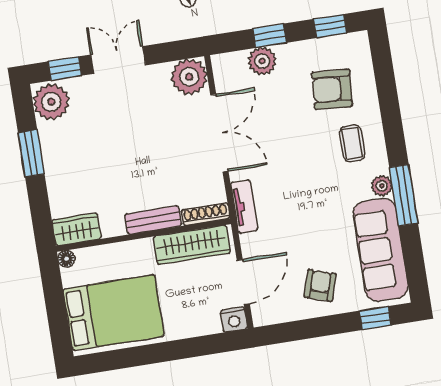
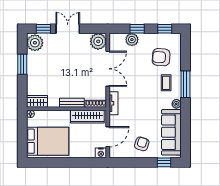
window: (404, 195) -> (185, 84), moved

